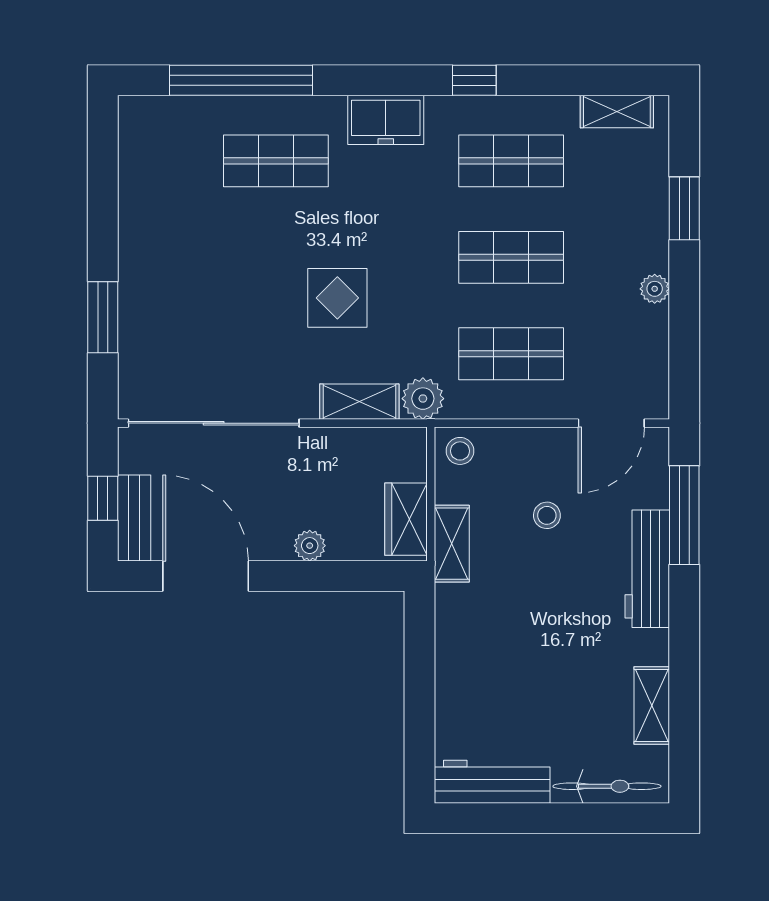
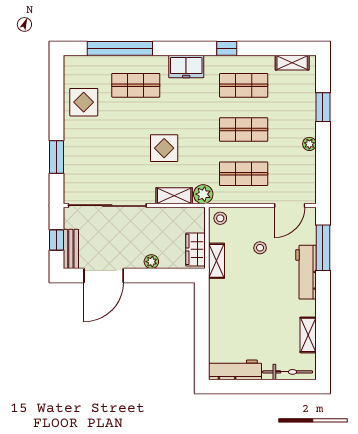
display table: (162, 198) -> (84, 102), added
door: (206, 576) -> (104, 276), swing flipped

